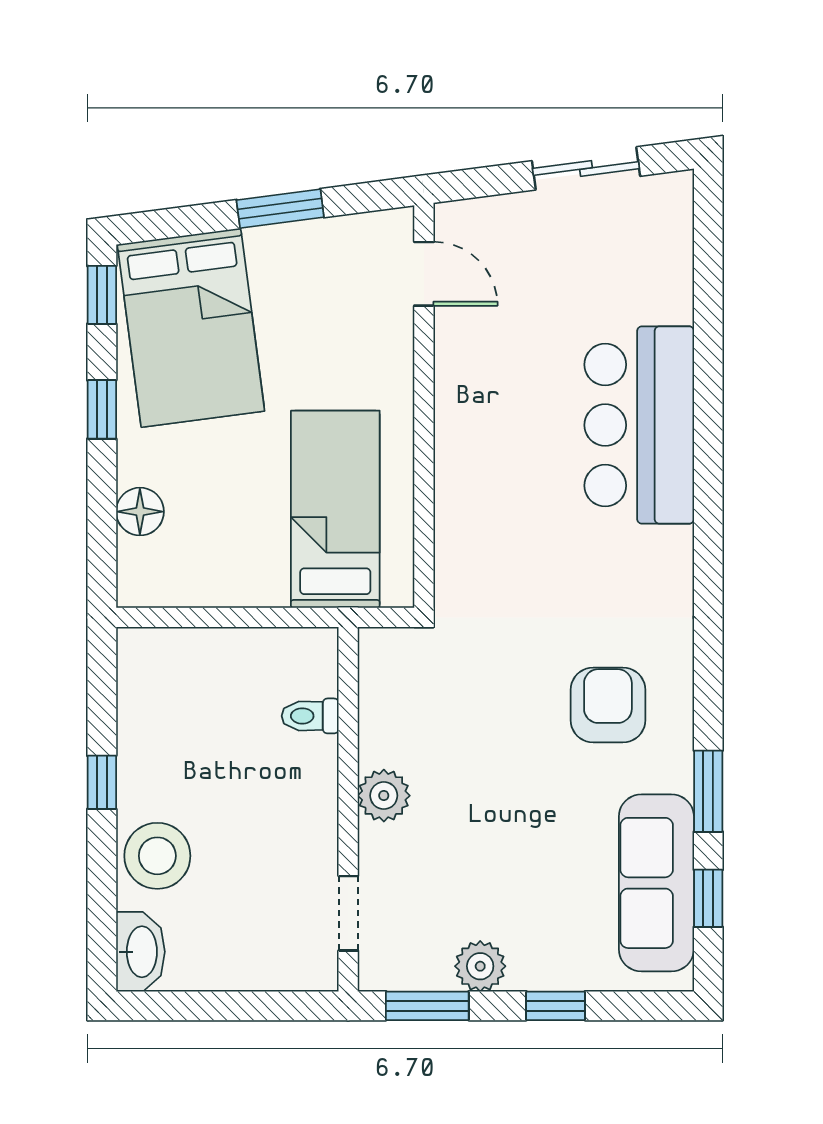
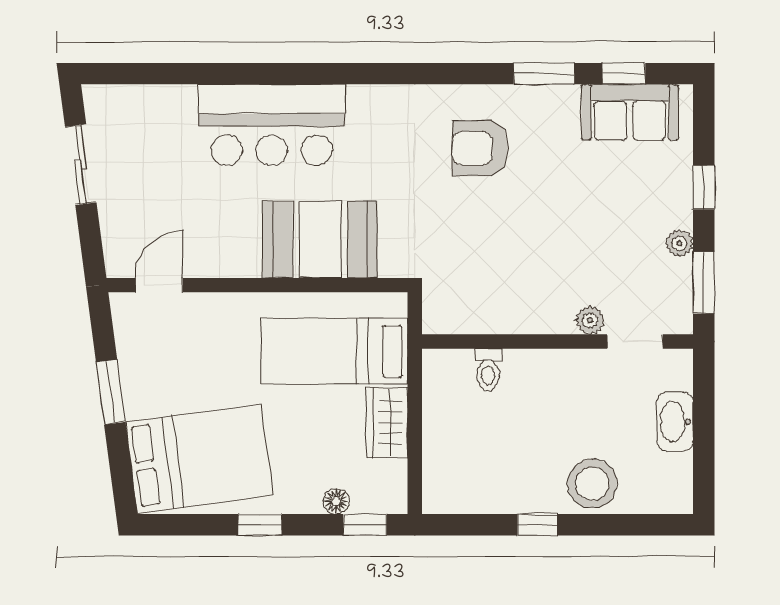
window: (102, 295) -> (365, 525), moved
booth: (485, 490) -> (320, 240), added
floor lamp: (140, 512) -> (336, 501), width x0.73, depth x0.73
wardrobe: (239, 580) -> (387, 423), added
plant: (384, 796) -> (590, 320), moved, width x0.73, depth x0.73
sofa: (656, 883) -> (630, 112), width x0.73
washbasin: (140, 952) -> (675, 422), moved, turned -90
plant: (480, 966) -> (679, 243), width x0.73, depth x0.73

